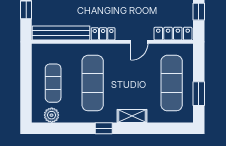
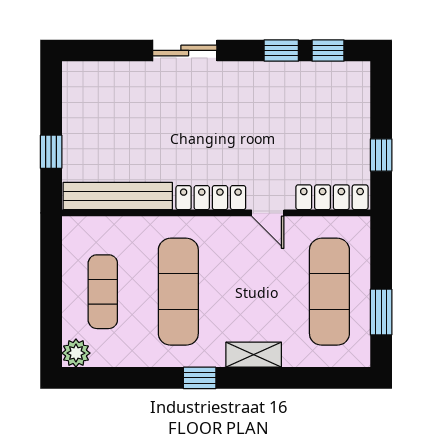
locker: (103, 34) -> (211, 198), width x1.53
door: (139, 42) -> (268, 213), hinge flipped
plant: (52, 115) -> (76, 353), moved

